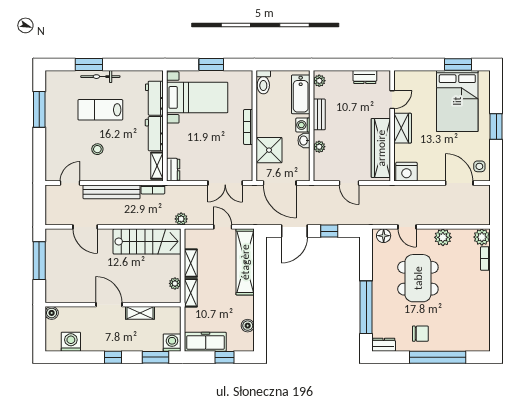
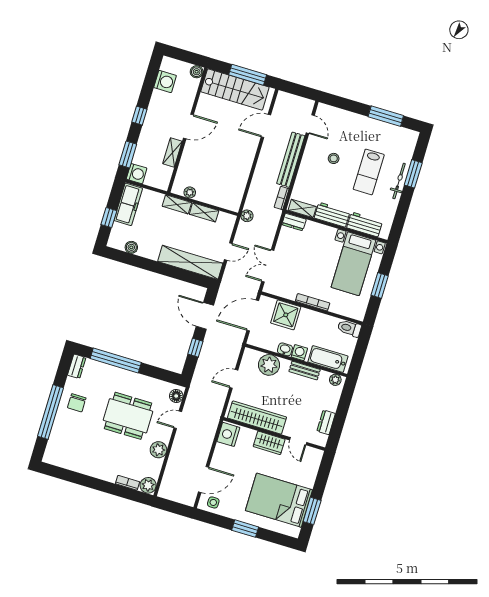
lab bench: (100, 110) -> (369, 172), turned 180
plant: (319, 147) -> (269, 365), width x1.88, depth x1.88
stairs: (147, 241) -> (235, 89), moved, turned -90

